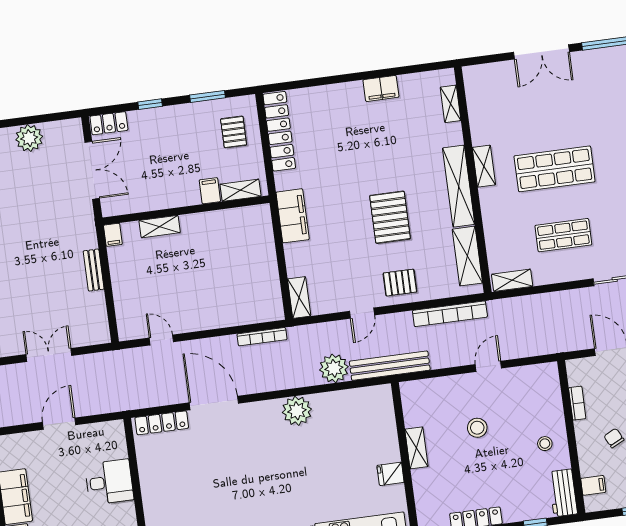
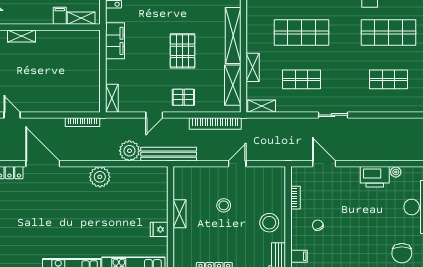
shelving: (484, 166) -> (253, 67), moved
stool: (545, 444) -> (269, 223), width x1.89, depth x1.89

